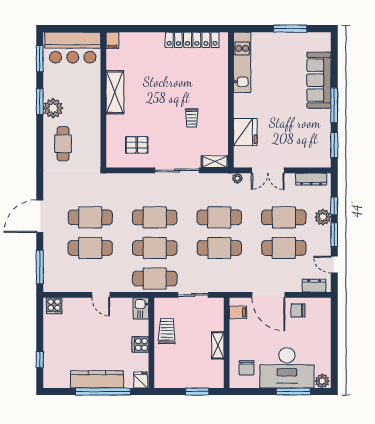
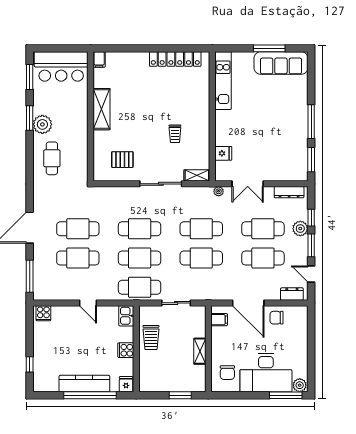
sofa: (319, 80) -> (281, 63), moved, turned -90
fridge: (245, 132) -> (223, 153), width x0.53, depth x0.75
trolley: (167, 331) -> (151, 338), turned 180
window: (293, 392) -> (286, 395), moved

